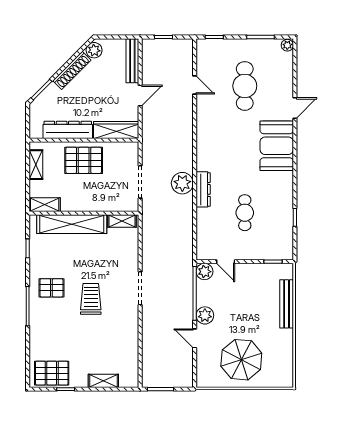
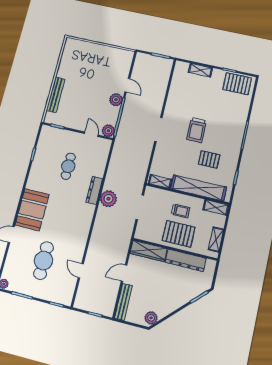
shoe rack: (72, 70) -> (172, 306), removed
trolley: (88, 190) -> (181, 211), added
pallet: (51, 288) -> (209, 159), moved
parasol: (241, 360) -> (98, 63), removed

